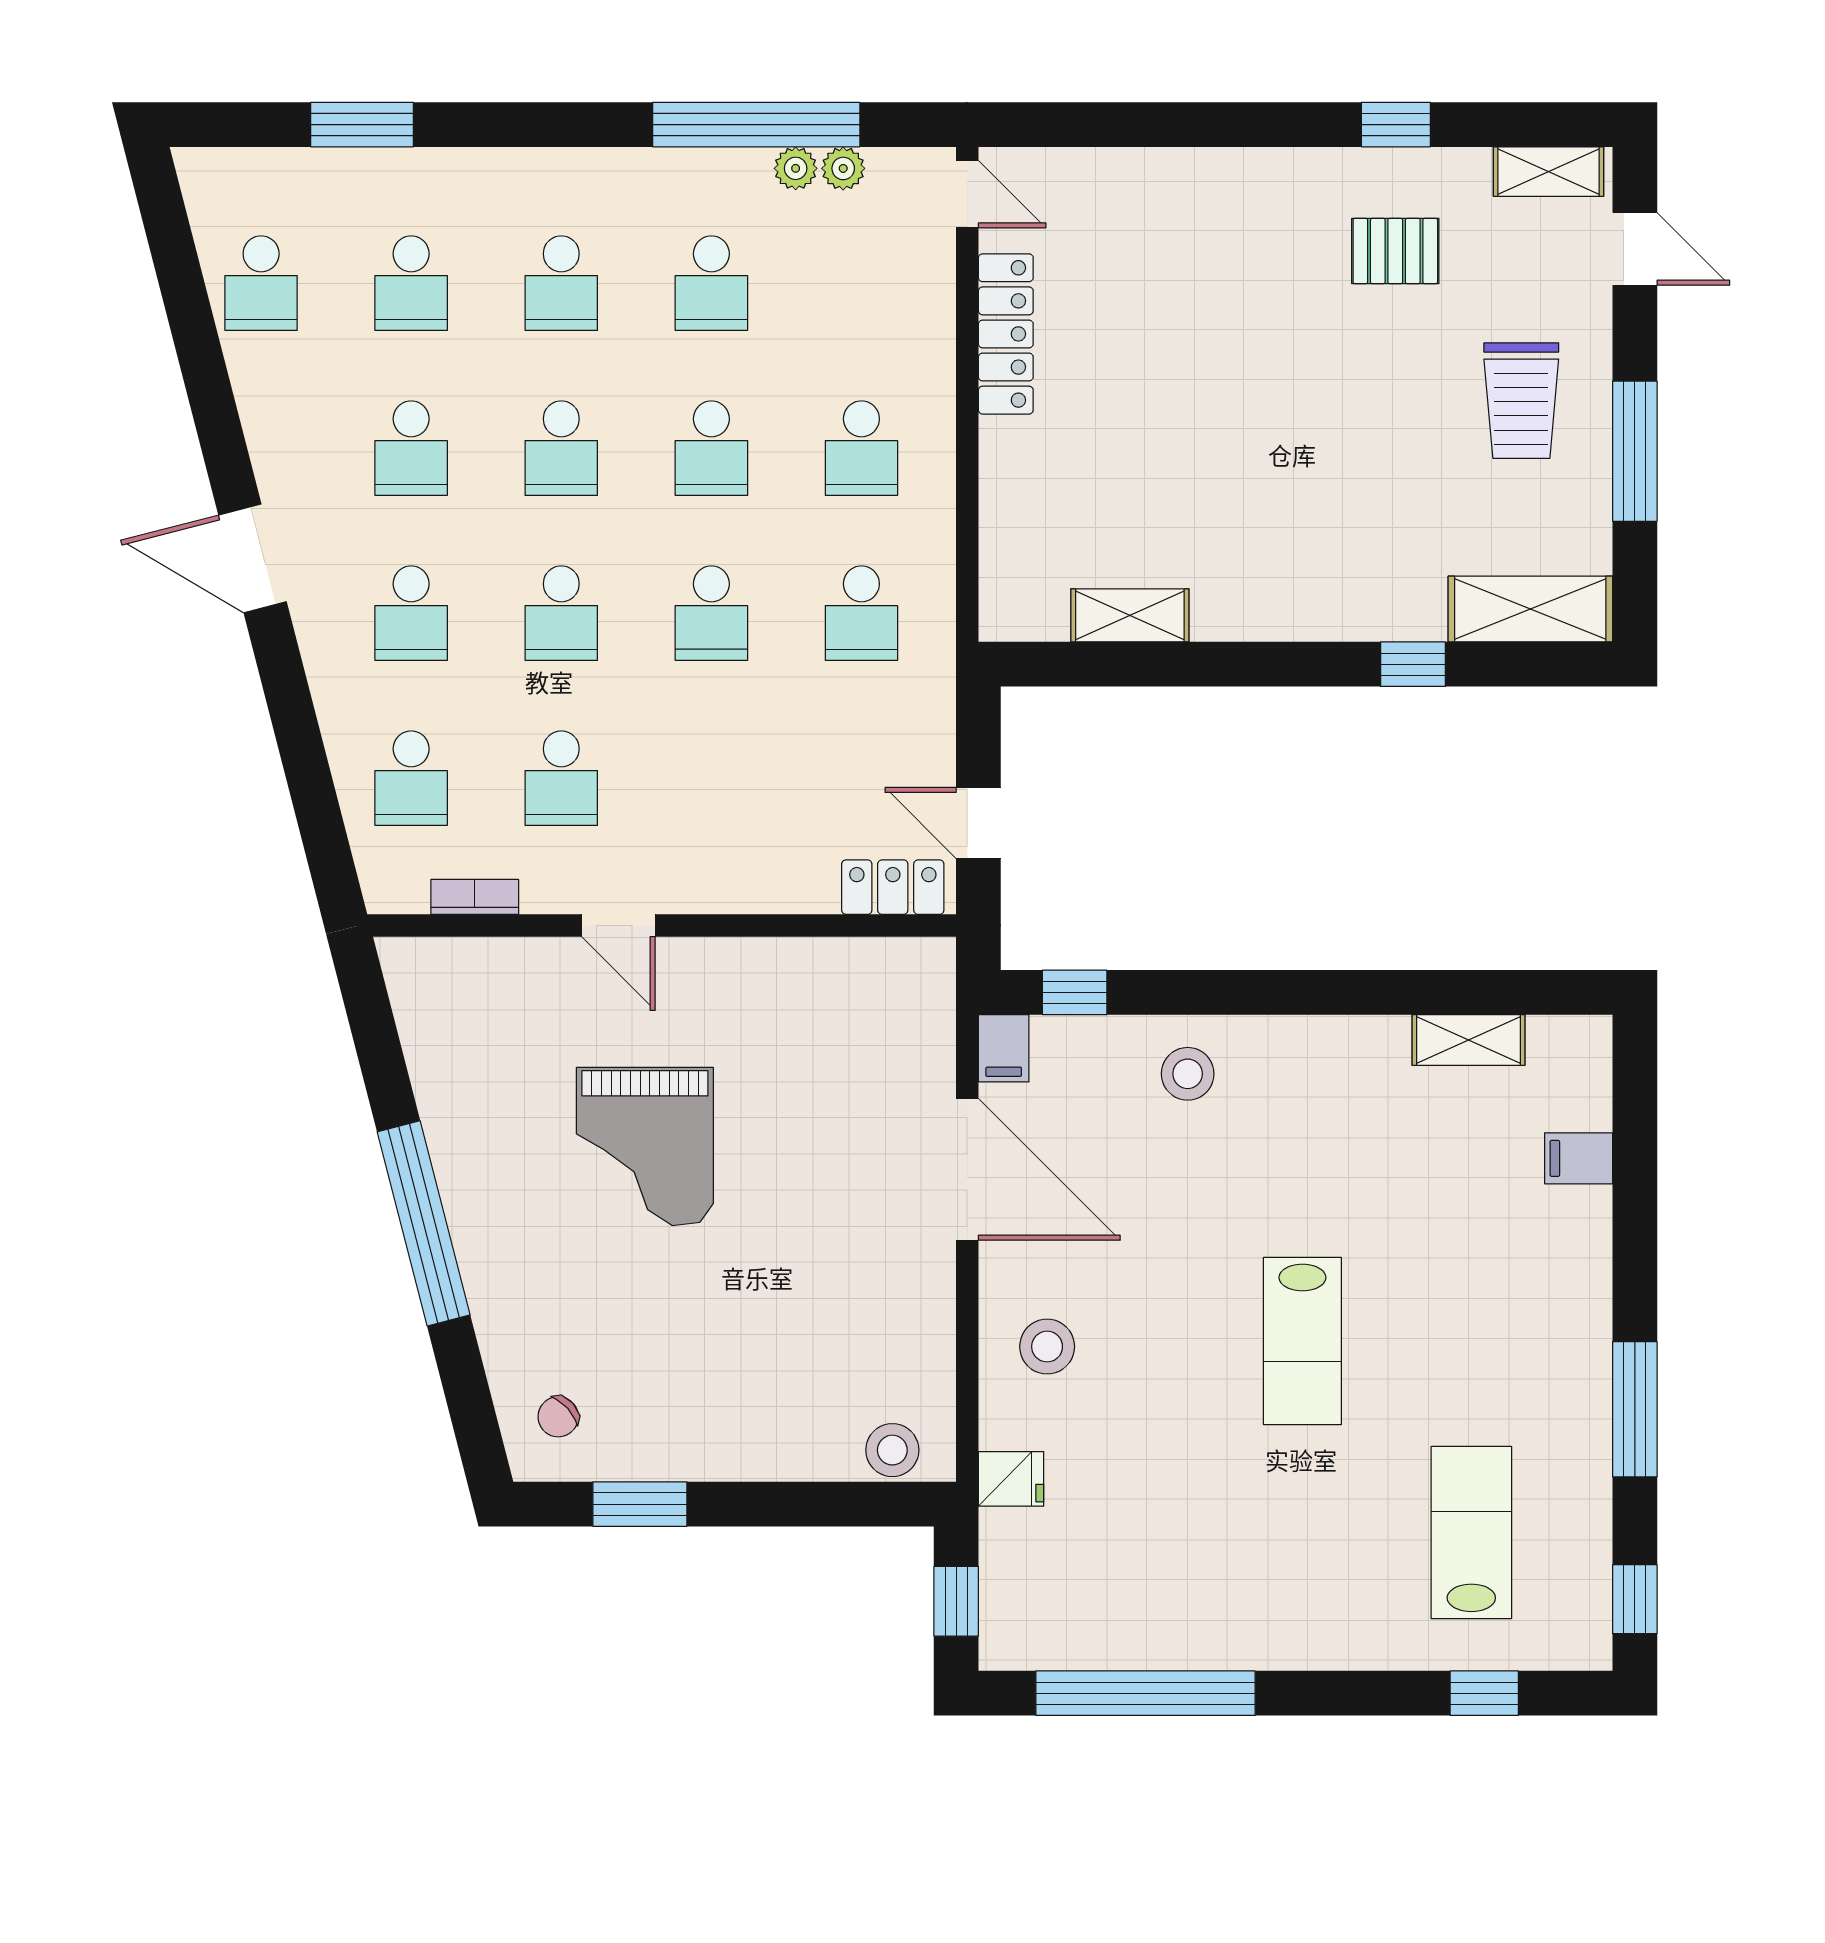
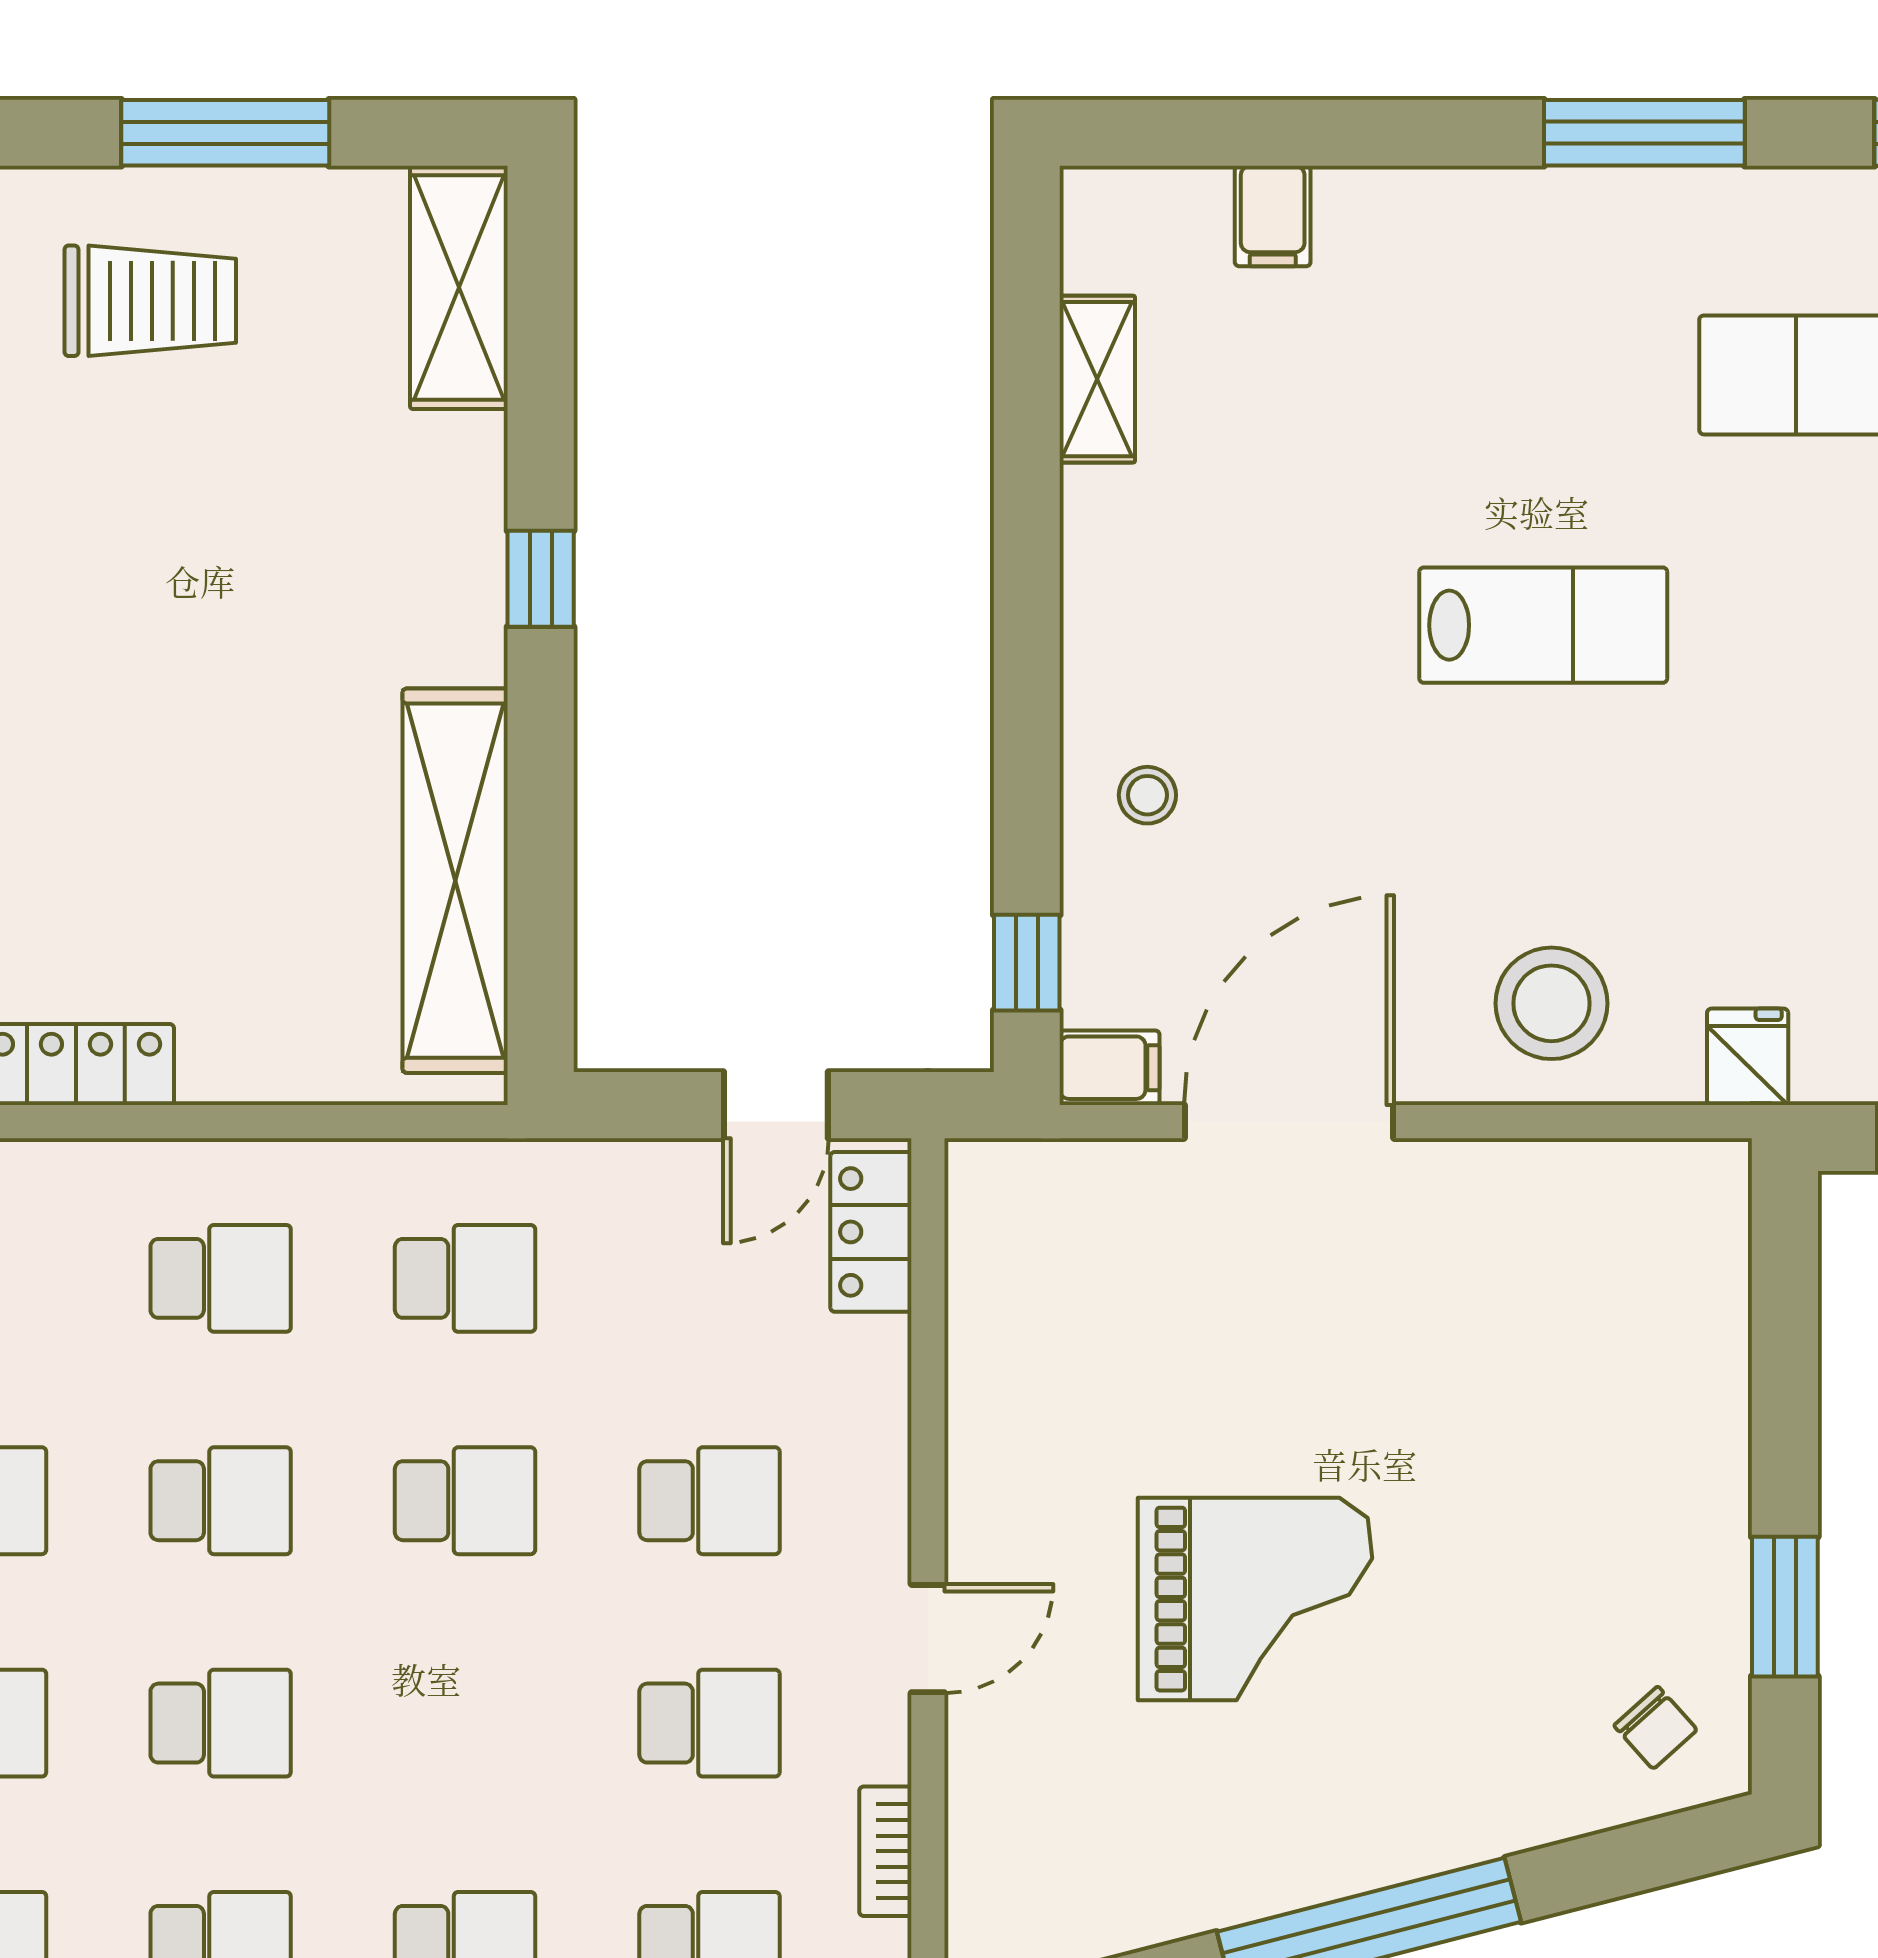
school desk: (561, 613) -> (709, 1501), moved
shelving: (1130, 615) -> (455, 881), width x2.20, depth x1.33
window: (1413, 664) -> (541, 579), moved
stool: (1188, 1074) -> (1147, 795), width x0.73, depth x0.73
stool: (1047, 1347) -> (1551, 1003), width x1.38, depth x1.38
stool: (892, 1450) -> (1705, 1233), removed

